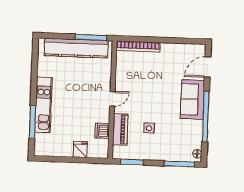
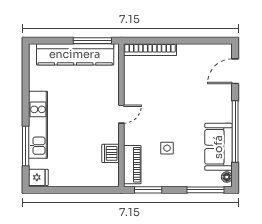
sofa: (193, 99) -> (218, 147), moved
piano: (120, 129) -> (132, 165), moved
fridge: (80, 150) -> (38, 177), moved, turned 90

